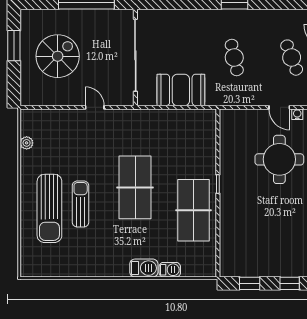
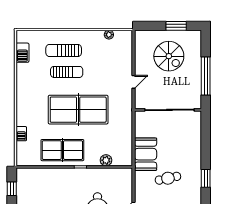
booth: (181, 90) -> (146, 154), moved
plant: (208, 147) -> (106, 160), added
table tennis table: (135, 187) -> (78, 110), width x1.36, depth x1.32
sun lounger: (49, 208) -> (64, 50), width x0.73, depth x0.75
barbecue: (144, 268) -> (22, 53), moved

